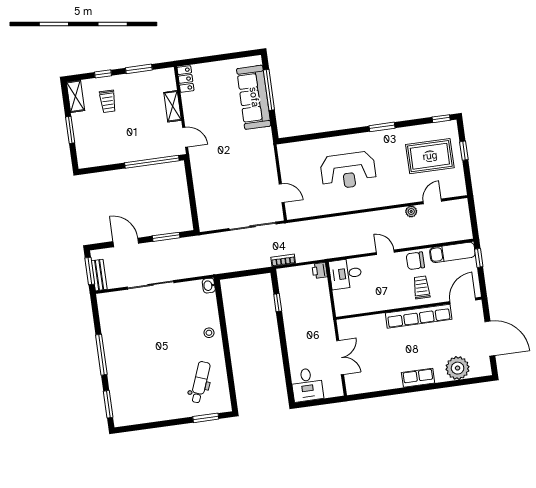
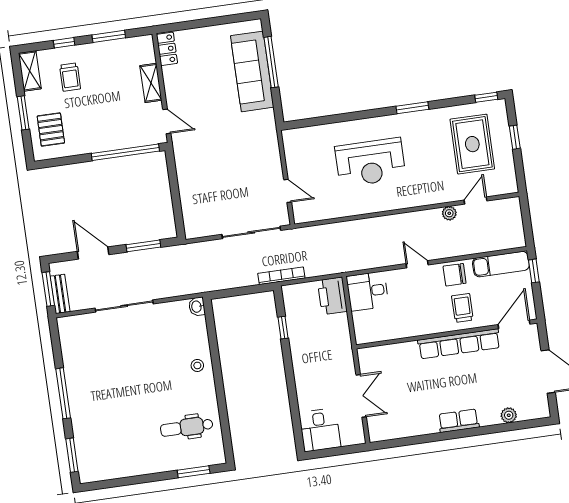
pallet: (92, 143) -> (51, 130), added
rug: (430, 156) -> (472, 144), turned 90
bookcase: (283, 260) -> (281, 276), width x1.56
printer: (320, 270) -> (332, 296), width x1.87, depth x1.48
plant: (458, 368) -> (509, 415), width x0.53, depth x0.53
dental chair: (200, 382) -> (187, 427), turned -111

